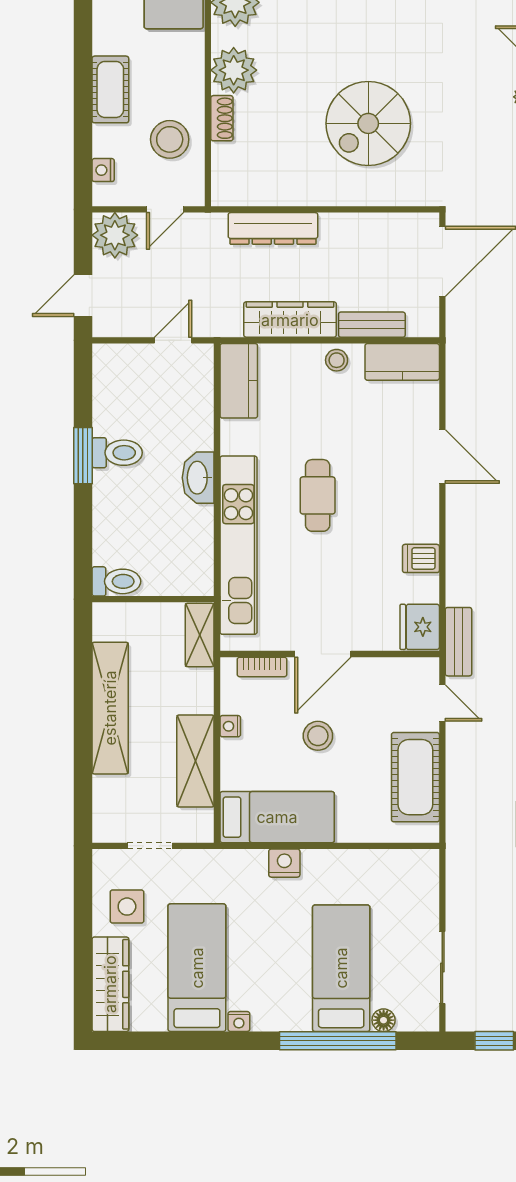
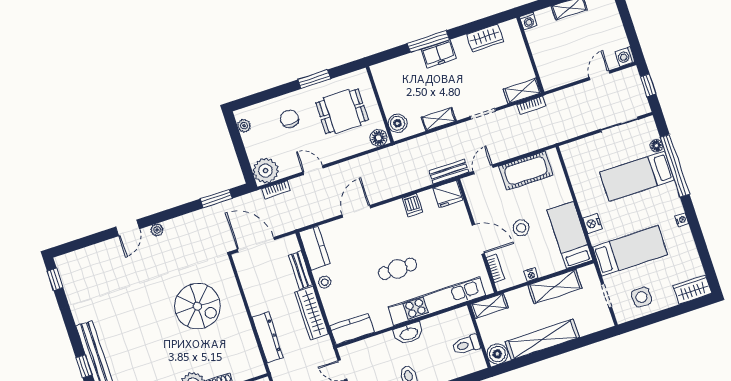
toilet: (116, 581) -> (466, 345), moved, turned -90
boiler: (111, 621) -> (497, 354), added
bed: (197, 968) -> (630, 251), moved, turned 180
wardrobe: (110, 984) -> (693, 290), width x0.67

